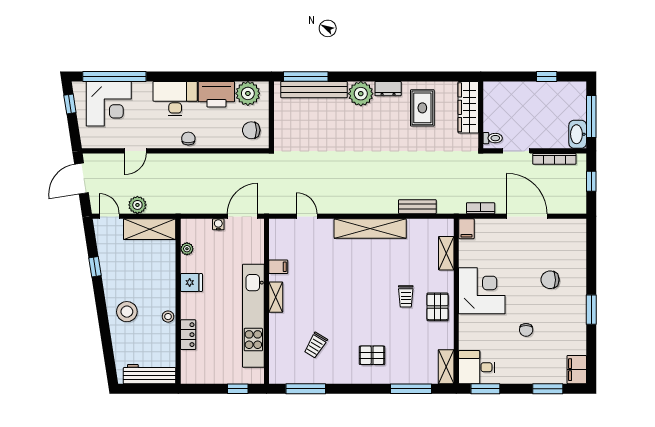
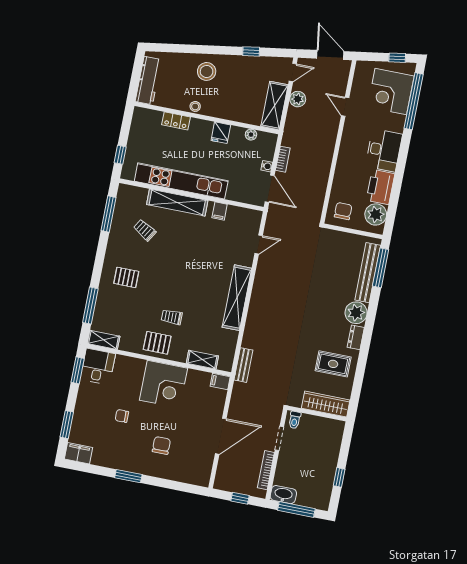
chair: (188, 139) -> (347, 155), removed
bench: (417, 207) -> (243, 365), moved
bookcase: (481, 208) -> (283, 159), moved
shelving: (276, 297) -> (177, 203), width x2.20, depth x1.33
pallet: (372, 355) -> (126, 277), turned 90

